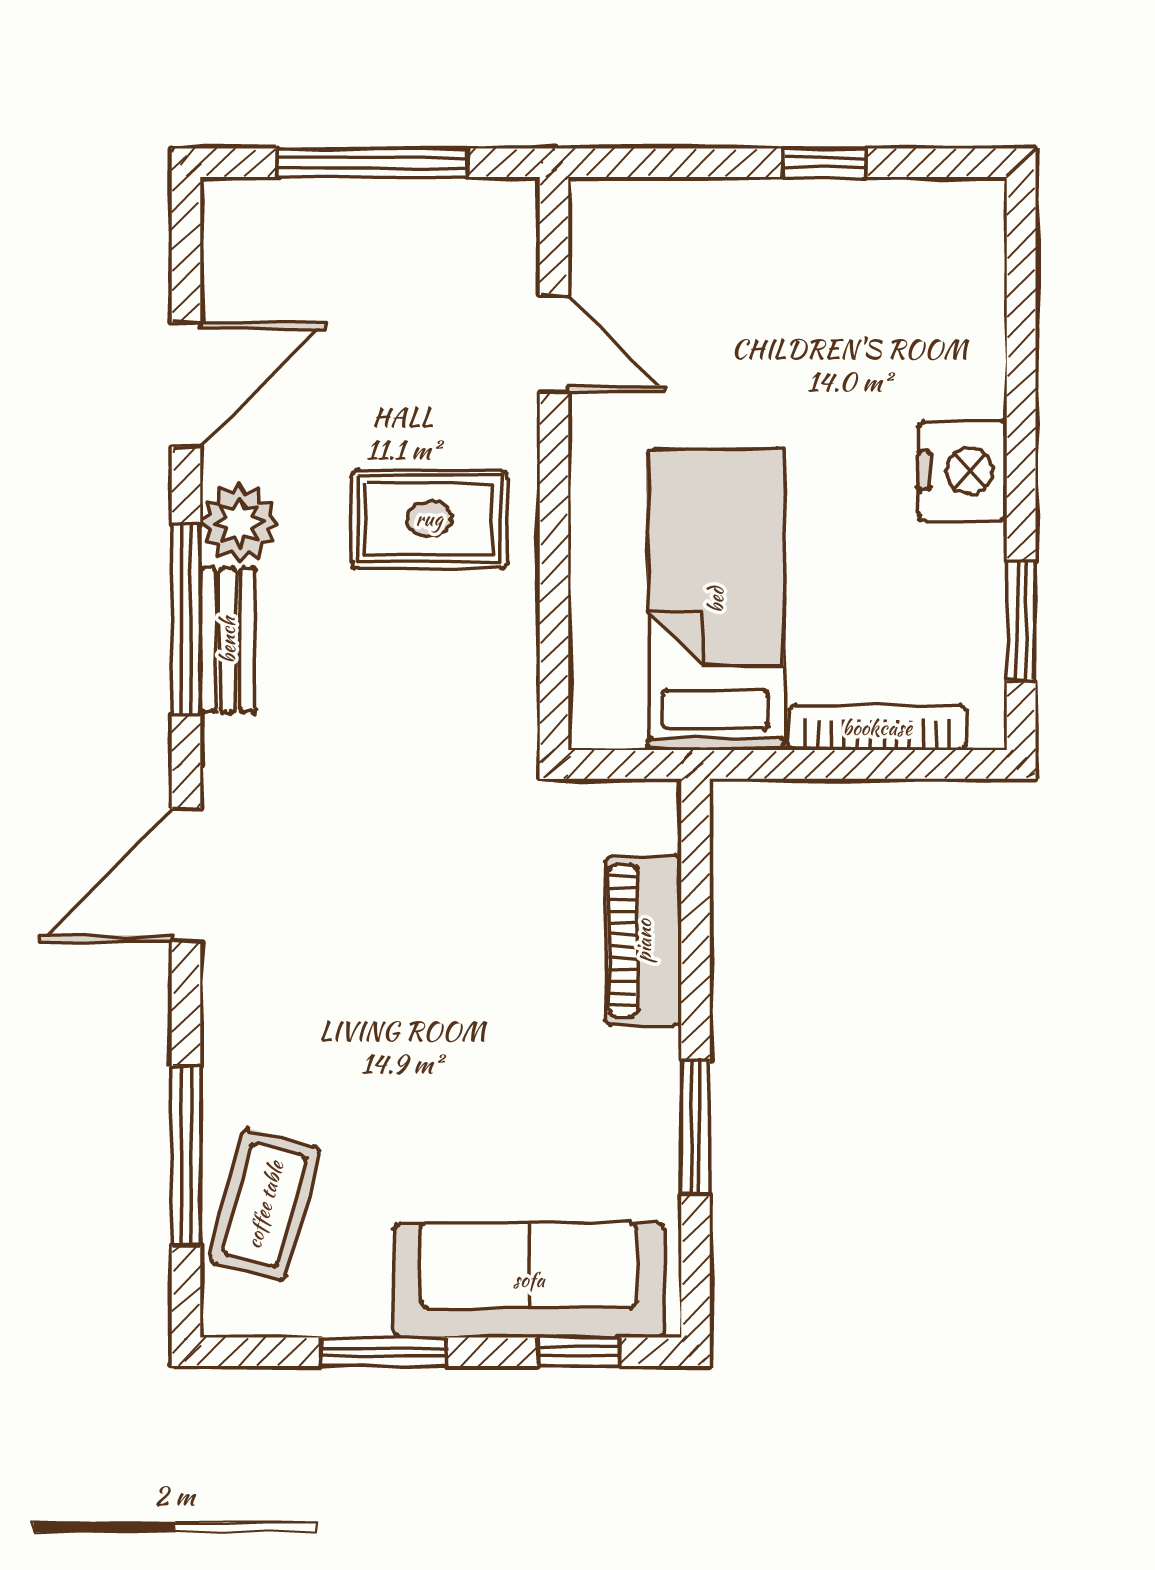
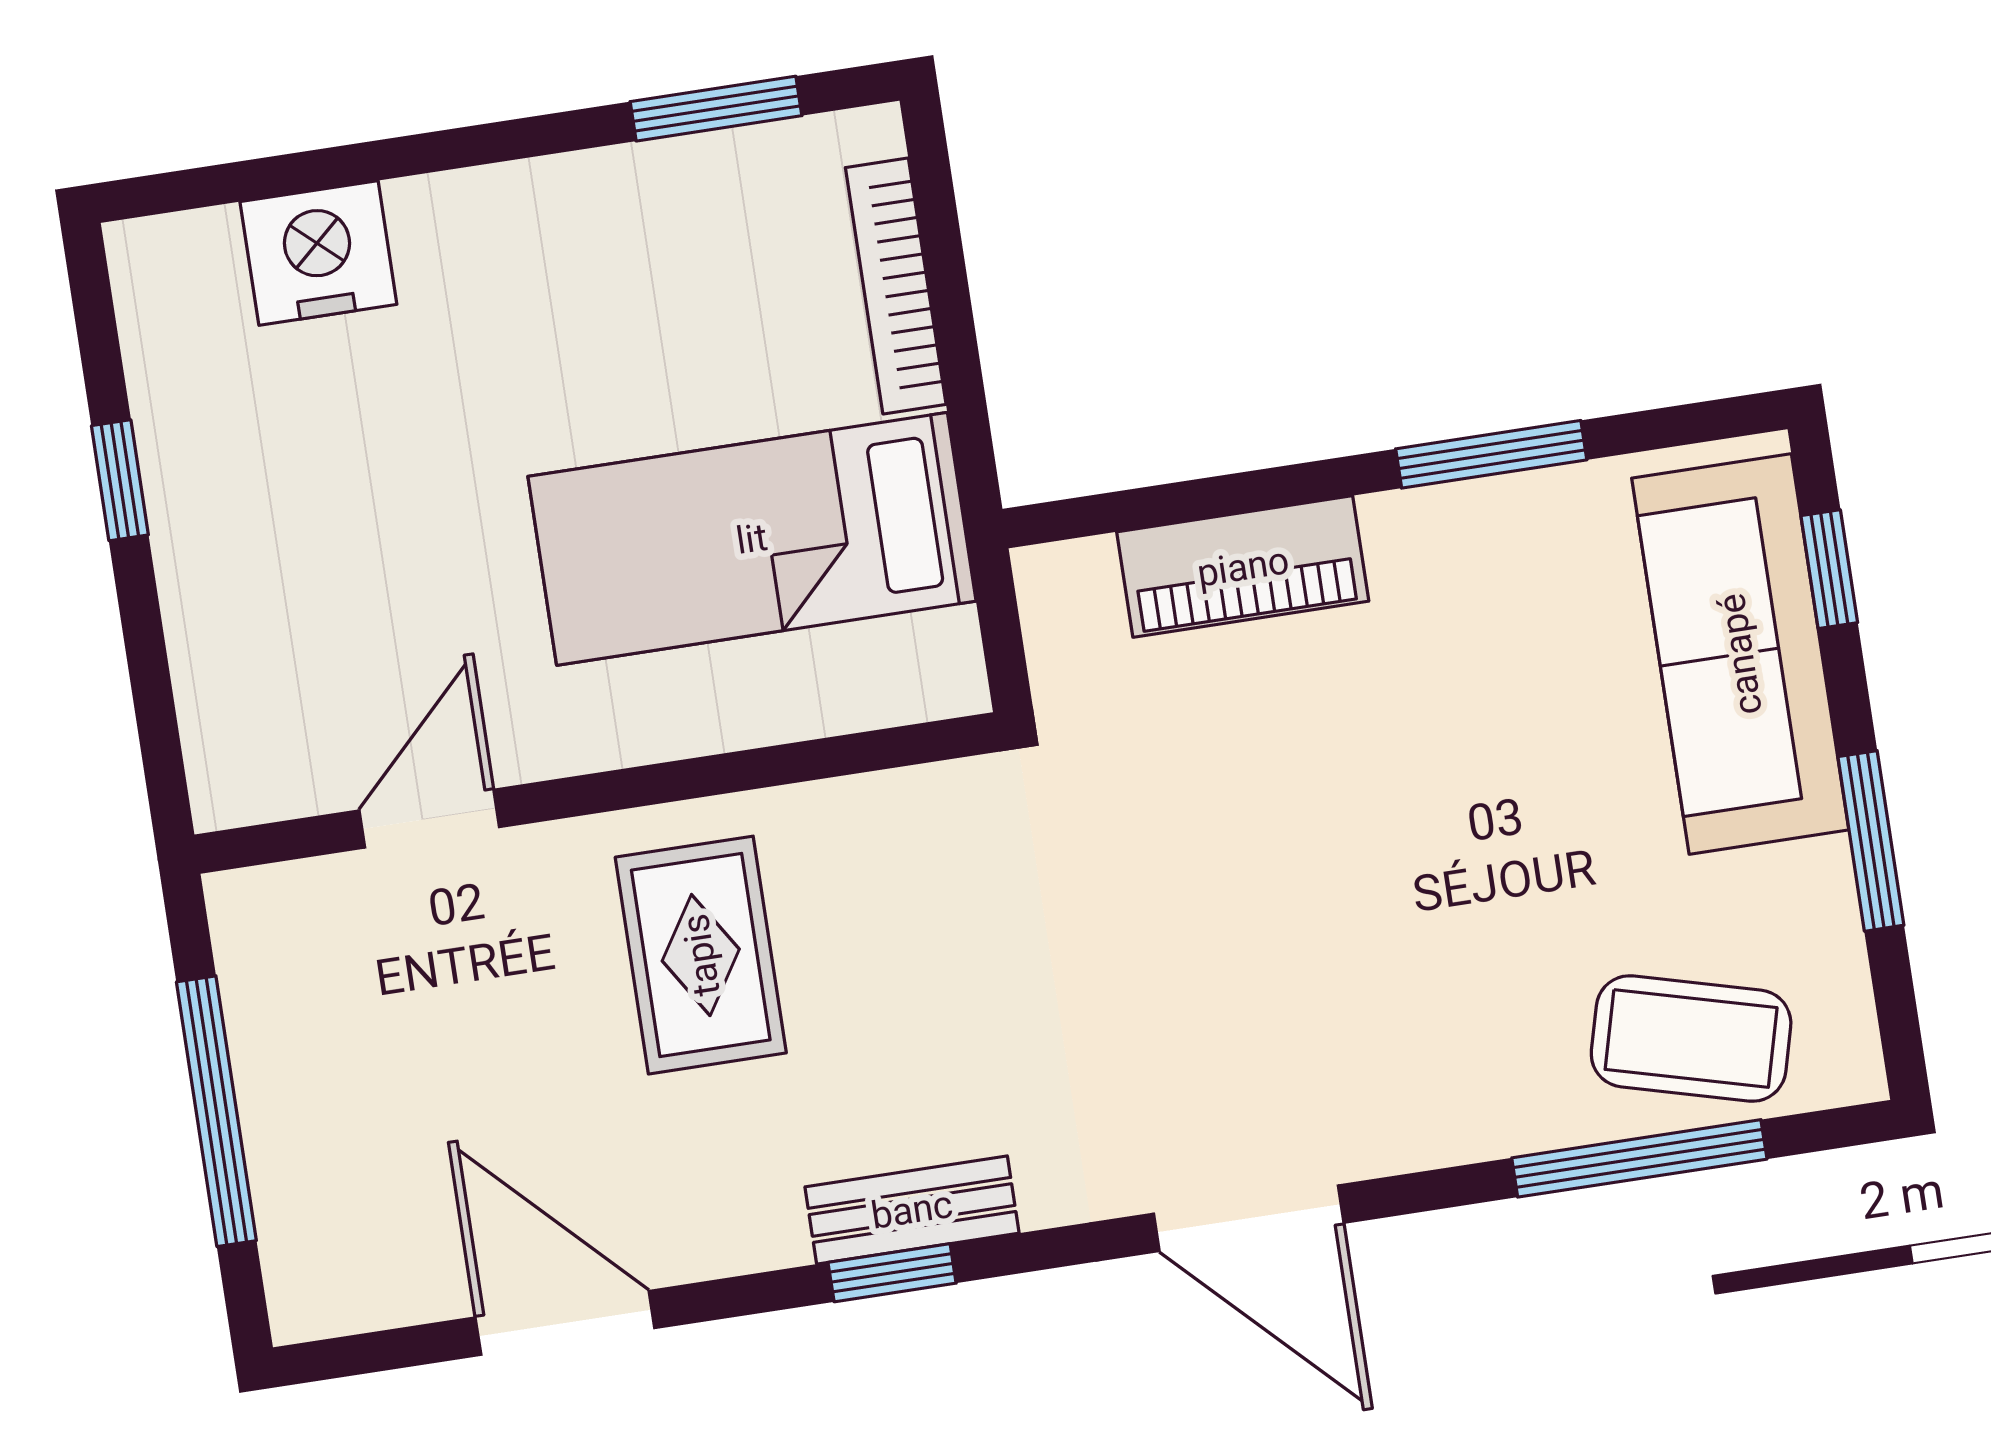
nightstand: (963, 471) -> (318, 253), moved
plant: (239, 522) -> (746, 1219), removed
window: (186, 619) -> (892, 1273), width x0.46

